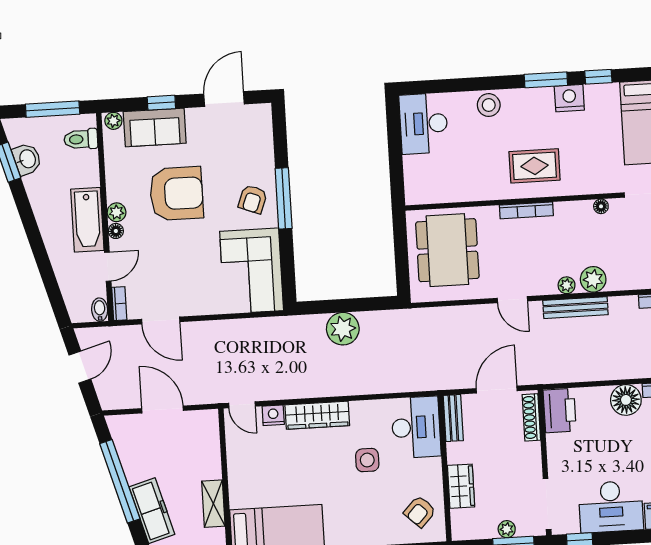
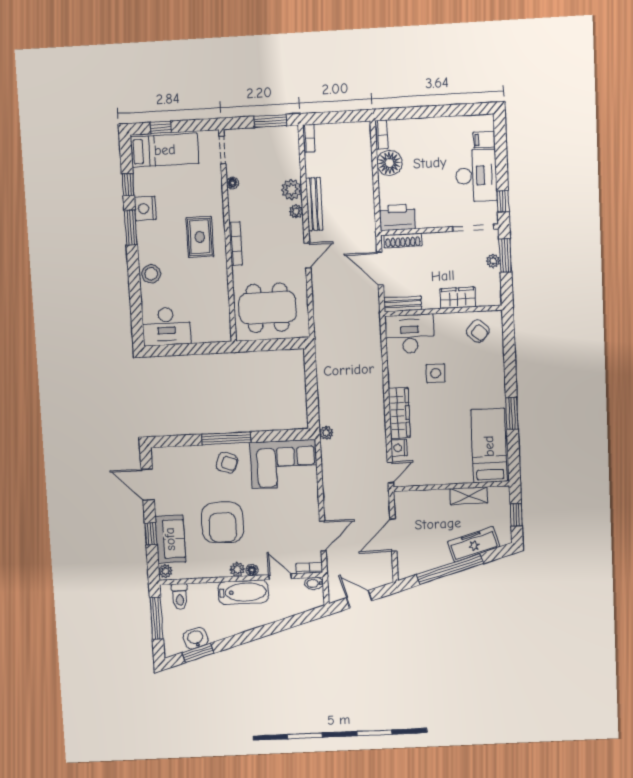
armchair: (176, 194) -> (222, 523), turned 180
plant: (343, 329) -> (326, 433), moved, width x0.53, depth x0.53

